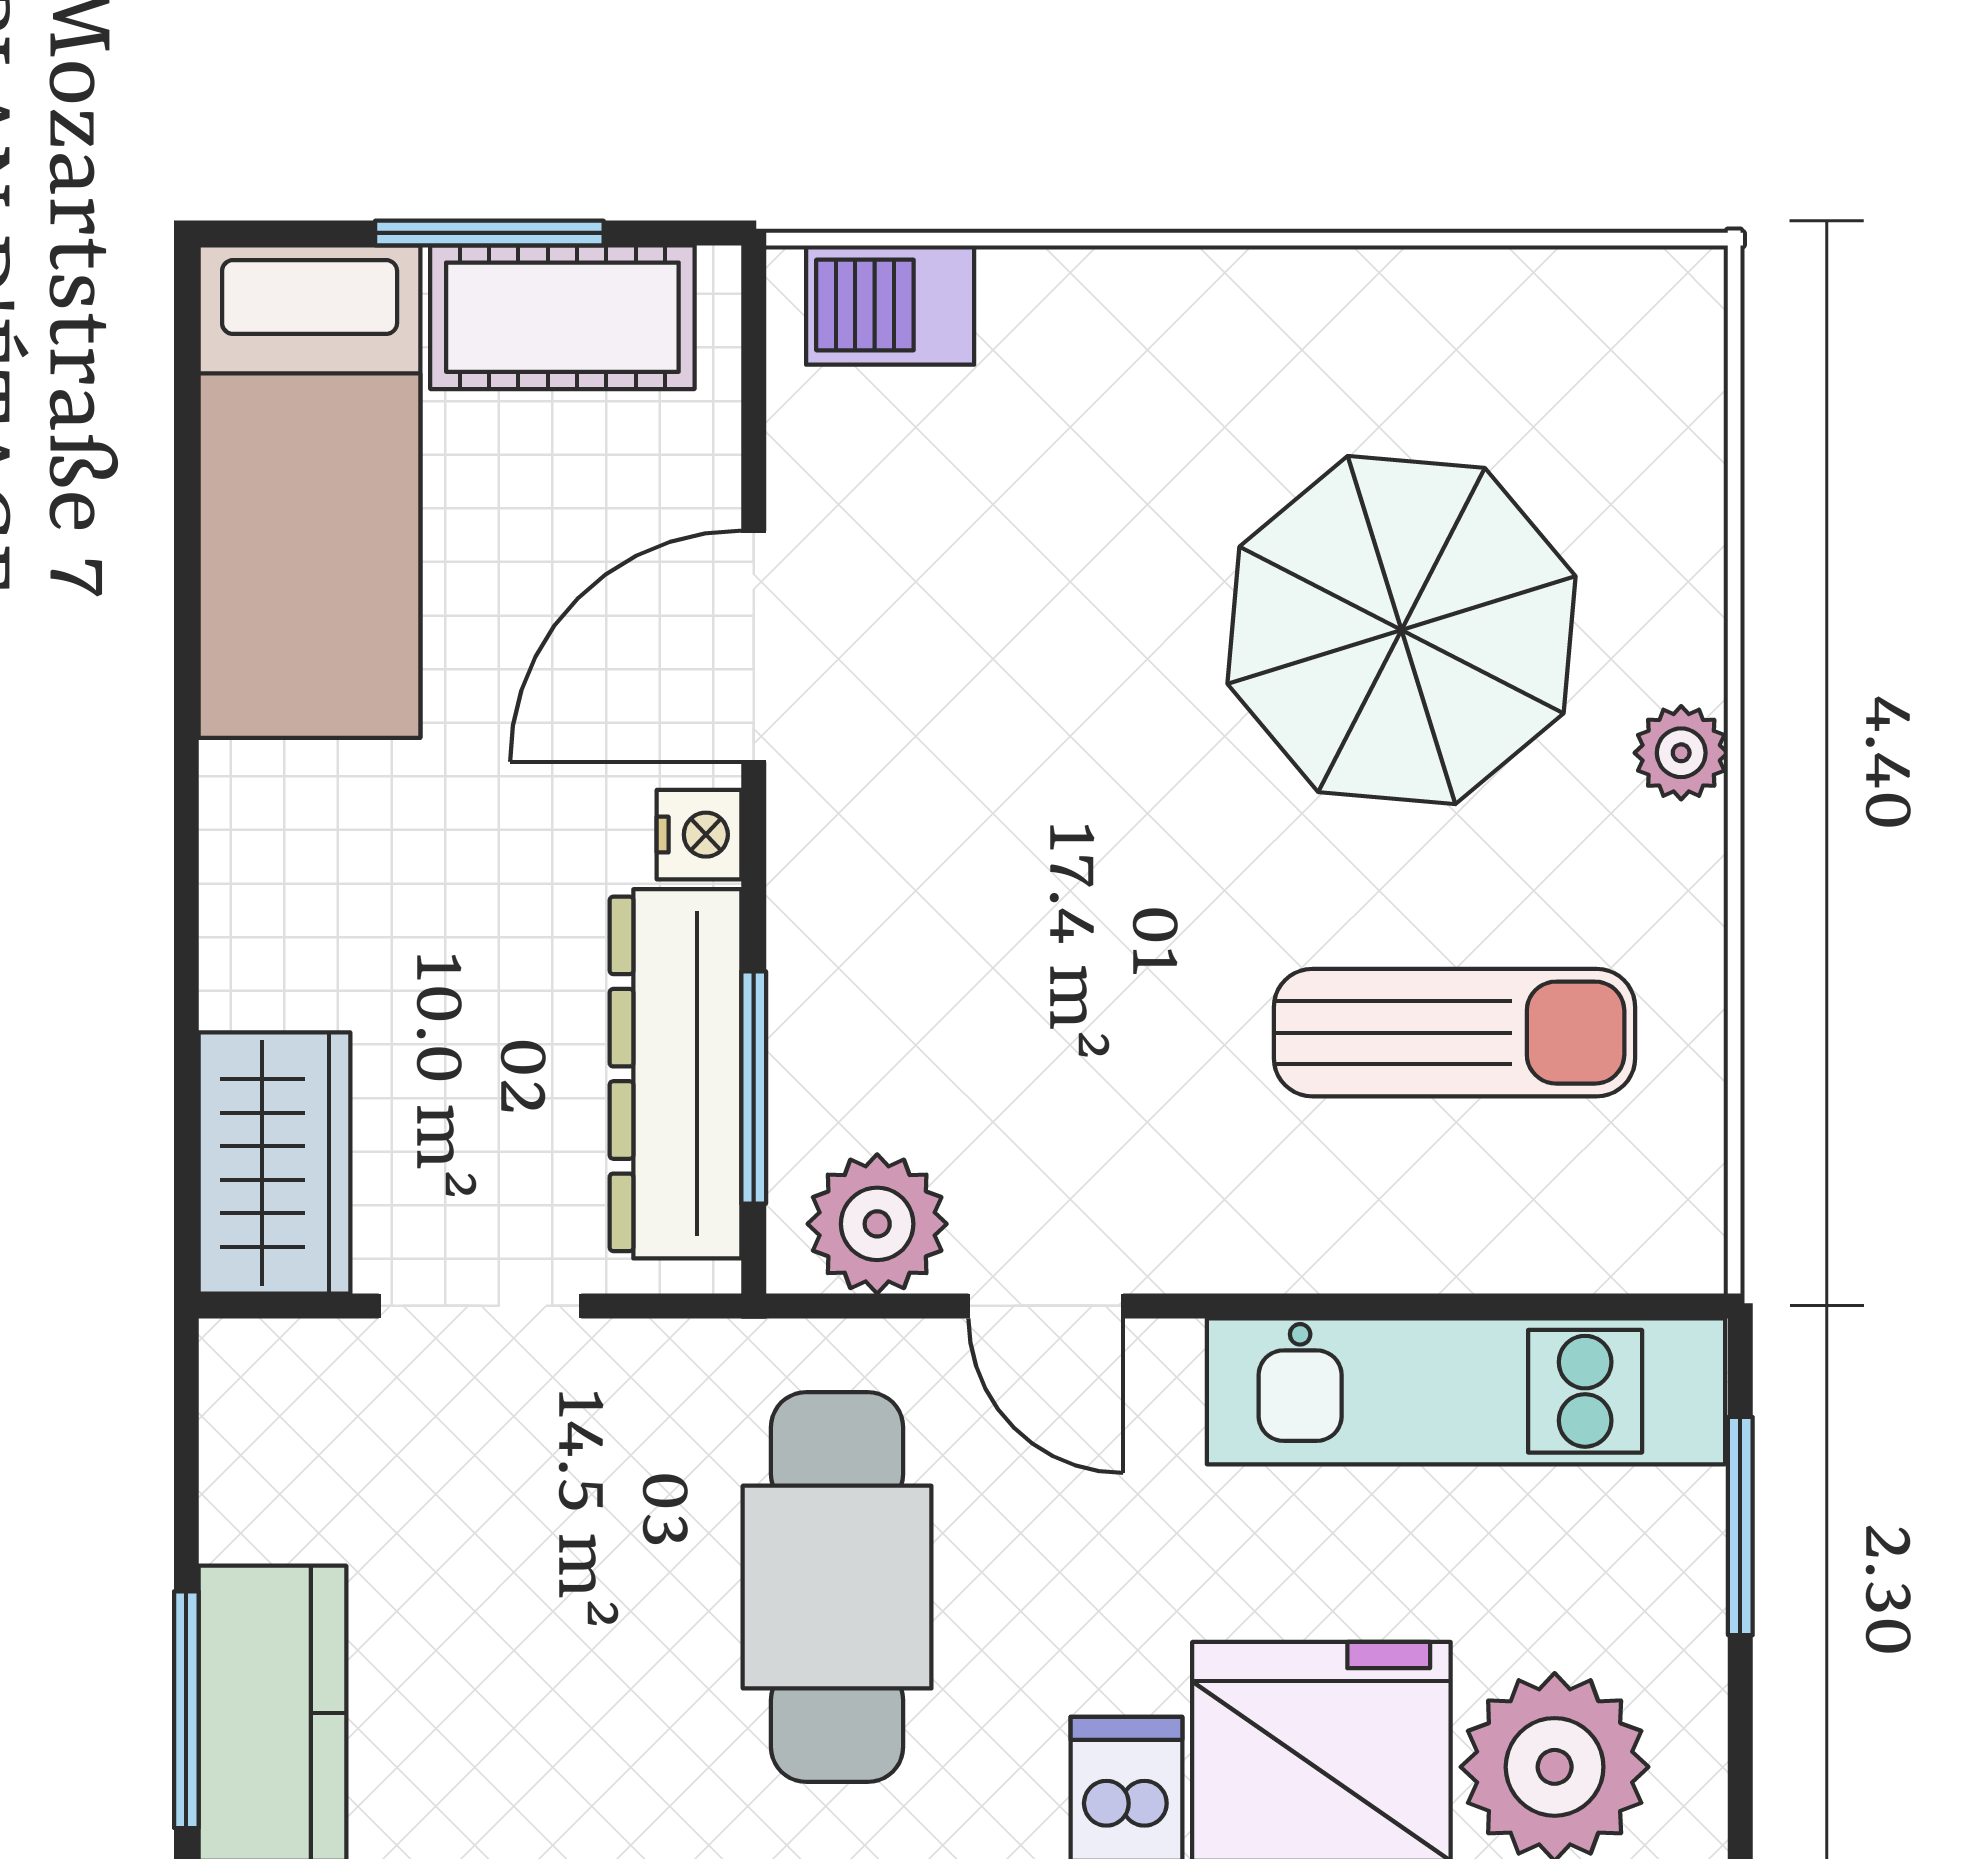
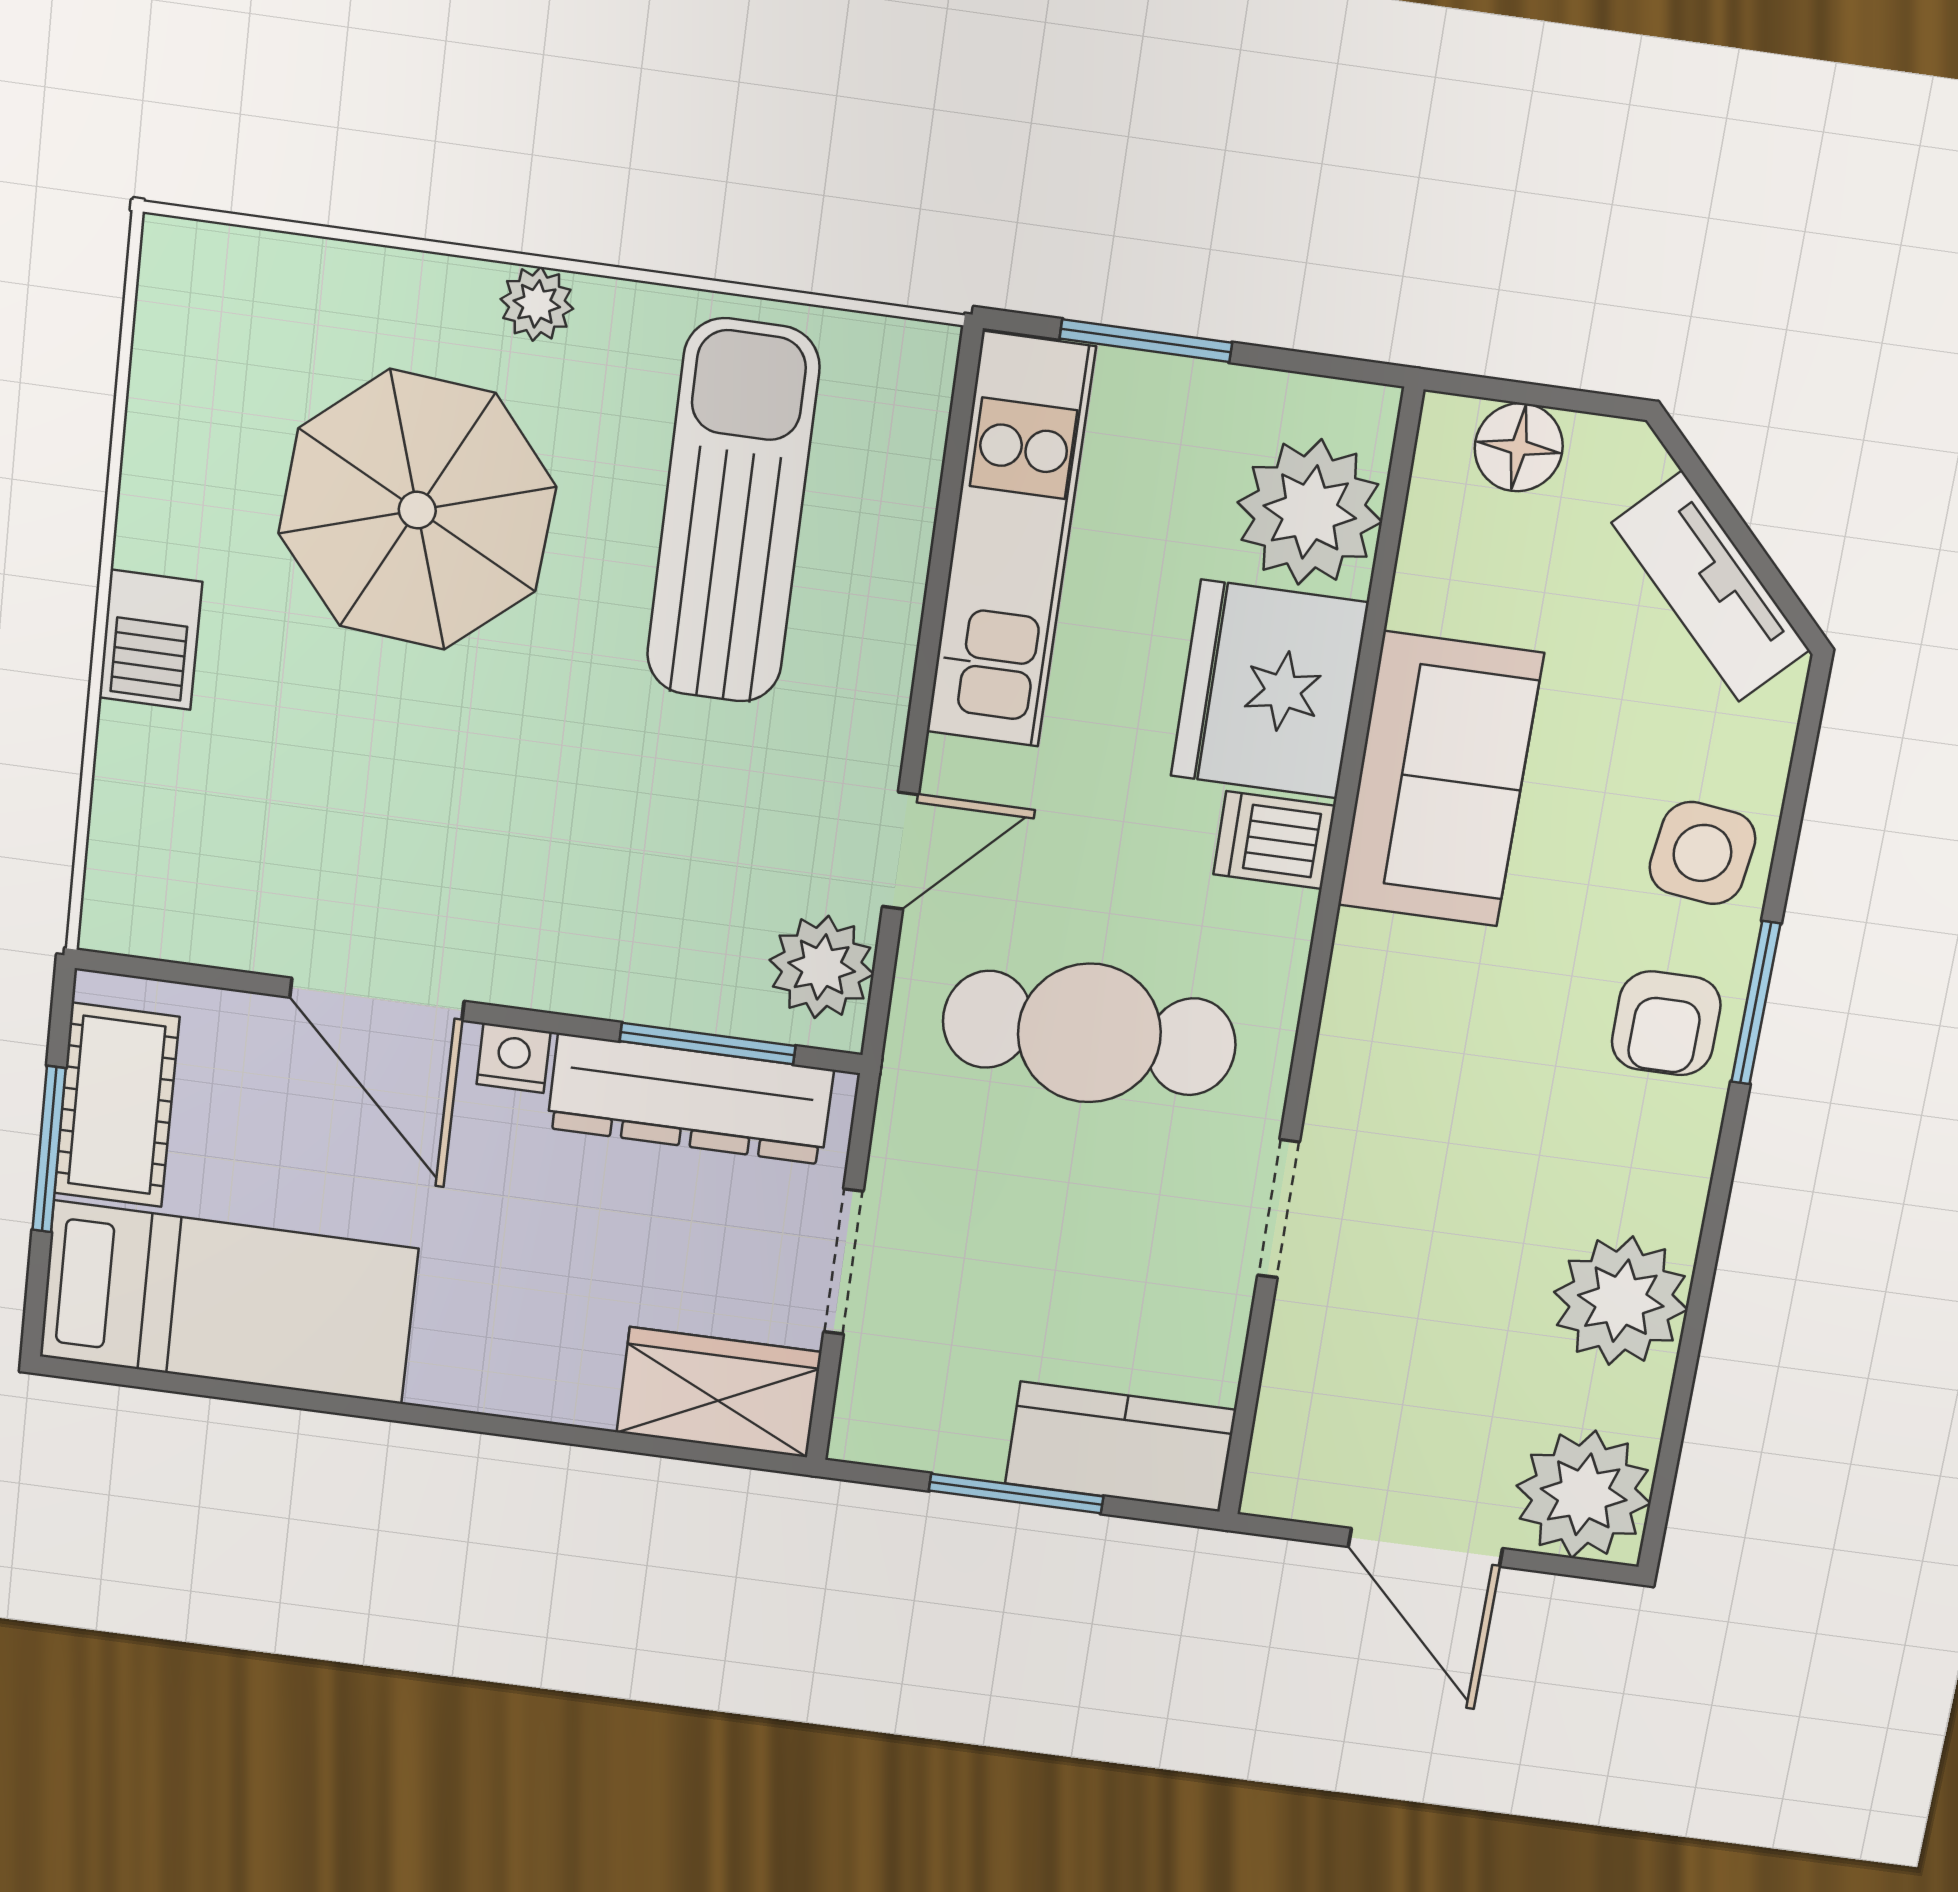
barbecue: (890, 305) -> (151, 640), moved
sun lounger: (1454, 1033) -> (733, 512), width x1.36, depth x1.34
window: (186, 1710) -> (1016, 1494), moved

